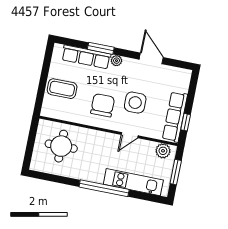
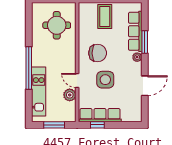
plant: (163, 151) -> (70, 95), moved

